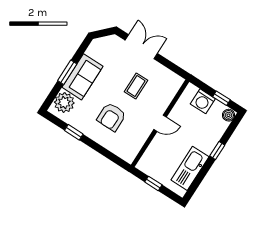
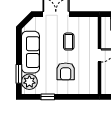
window: (67, 72) -> (19, 74), moved
sofa: (82, 77) -> (30, 52), width x1.36

